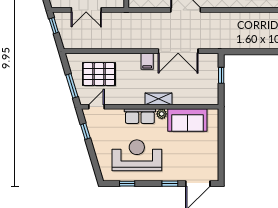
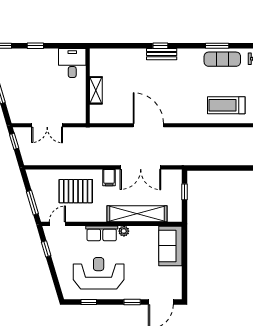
pallet: (99, 74) -> (76, 191), moved
shelving: (159, 99) -> (137, 214), width x2.20, depth x1.33
sofa: (187, 120) -> (170, 246), moved, turned 90

